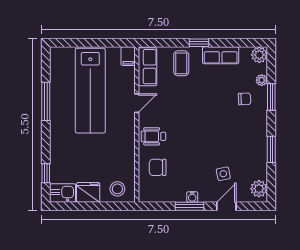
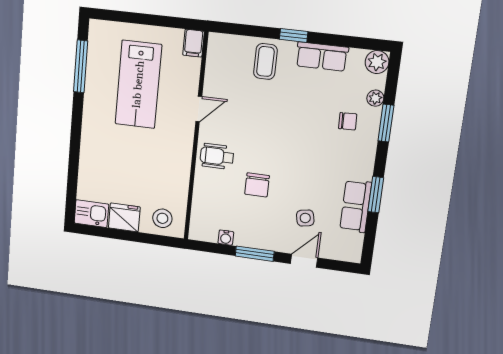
row of seats: (147, 67) -> (356, 206), moved, turned 180
lab bench: (90, 91) -> (138, 84), width x0.73
window: (46, 101) -> (81, 66), moved
chair: (158, 167) -> (257, 185), moved, turned -90
window: (46, 173) -> (72, 186), removed
plant: (259, 189) -> (351, 244), removed
water cooler: (192, 197) -> (226, 238), moved

